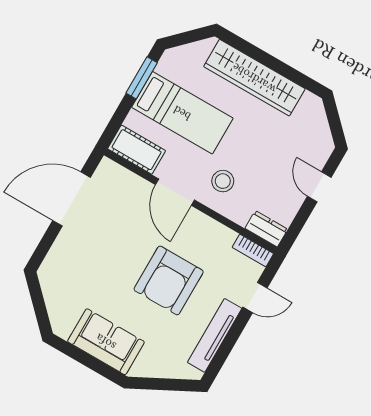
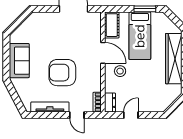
door: (319, 187) -> (131, 115), moved
door: (175, 192) -> (103, 53), swing flipped

